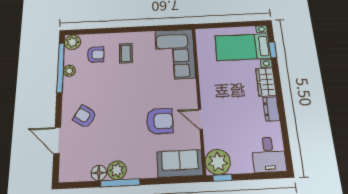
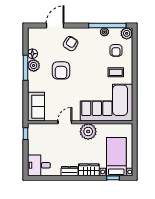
corner sofa: (175, 54) -> (106, 103), width x1.36, depth x1.36
armchair: (160, 121) -> (61, 70), moved
plant: (218, 162) -> (88, 132), moved

